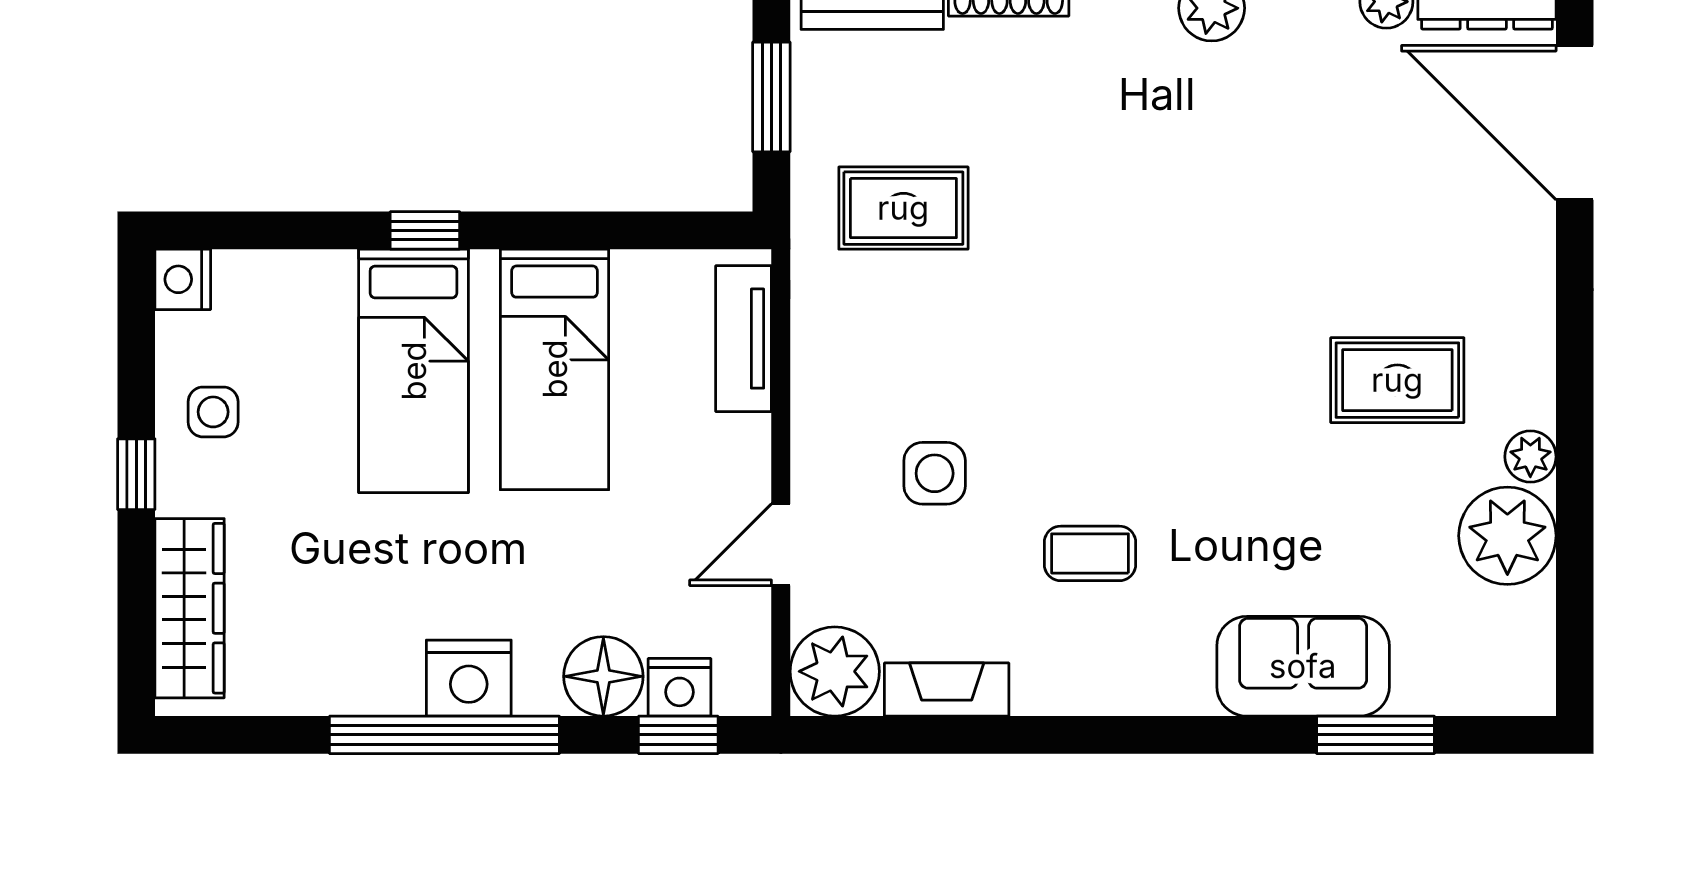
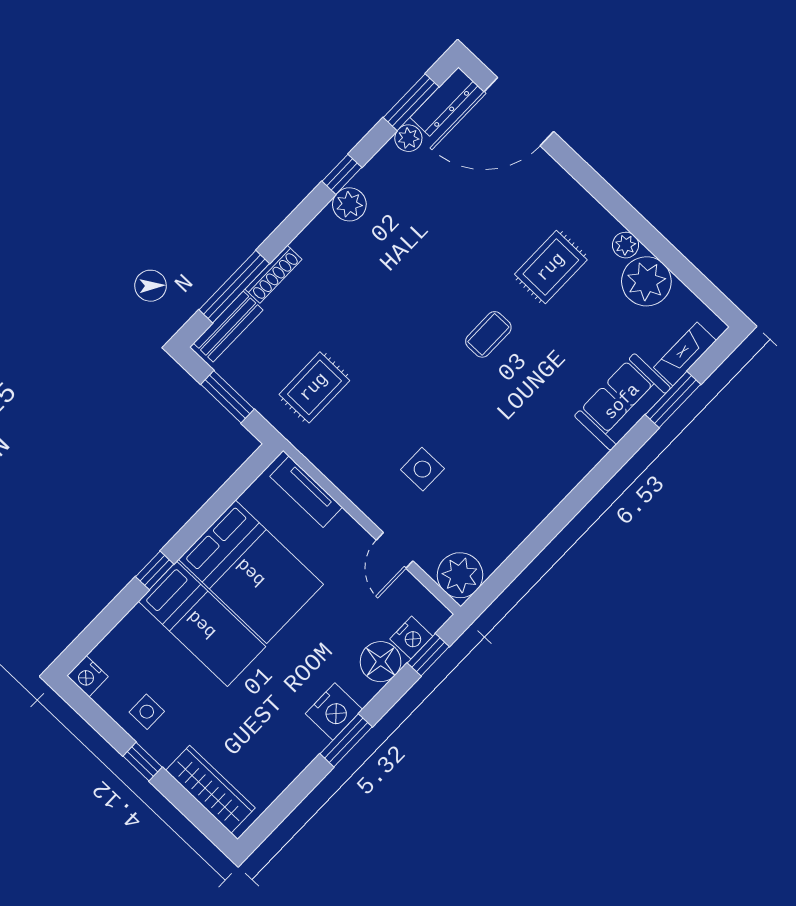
bed: (555, 369) -> (251, 572), width x1.50
coffee table: (1090, 553) -> (488, 334), moved
fireplace: (947, 690) -> (685, 354), moved
window: (444, 735) -> (346, 740), width x0.47

